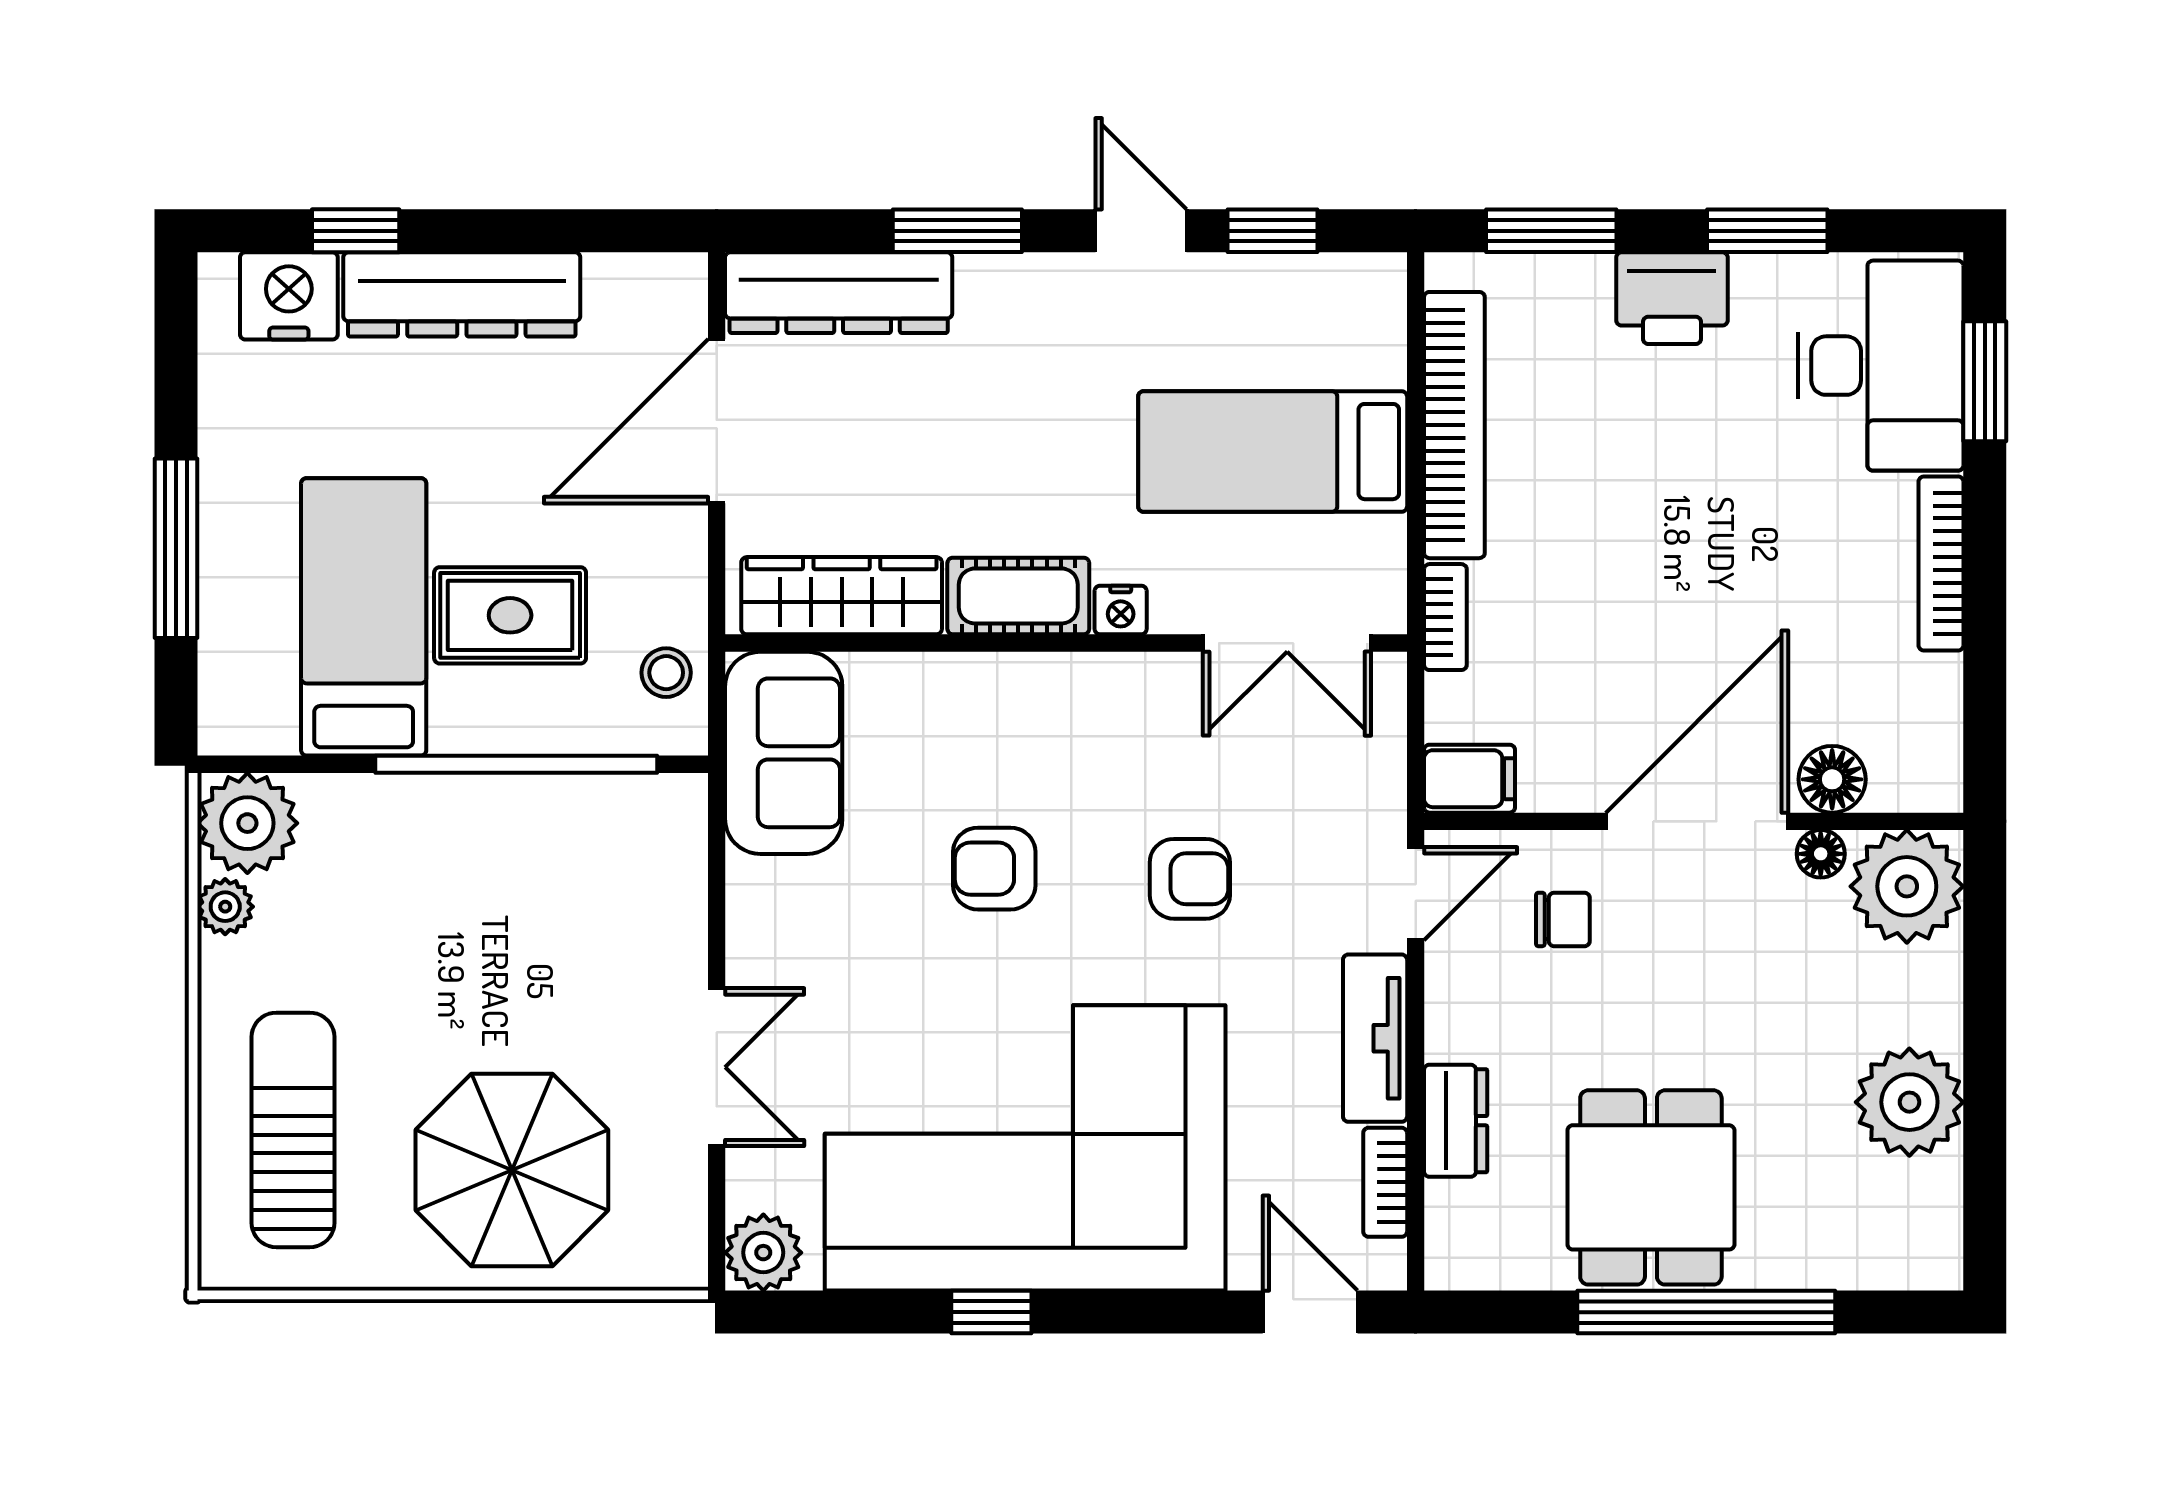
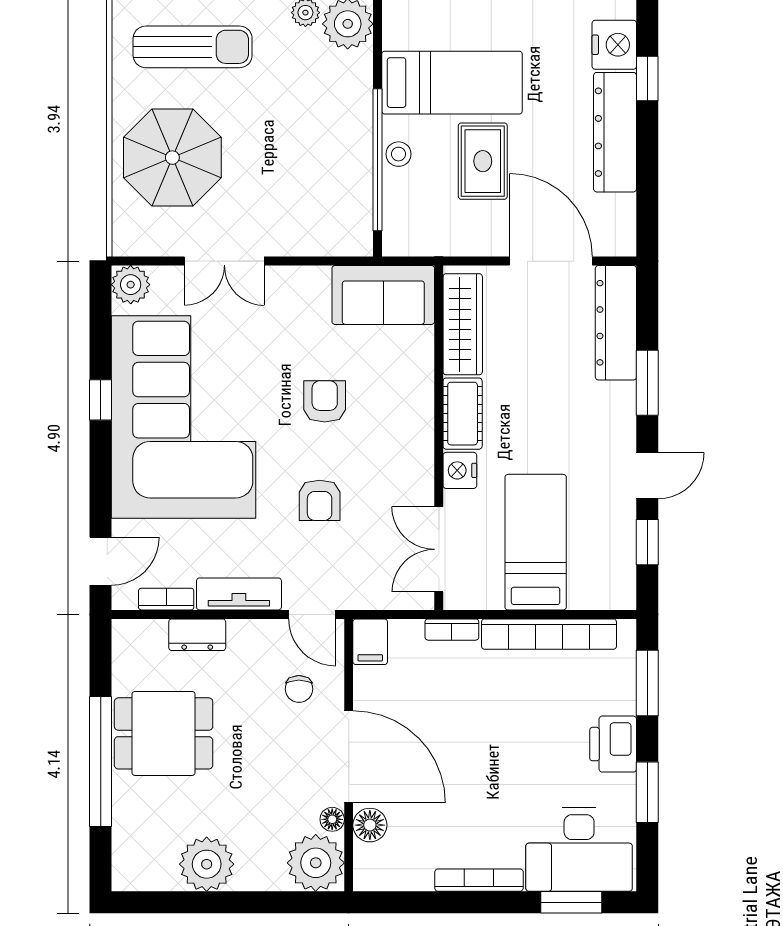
nightstand: (1121, 610) -> (460, 470), width x1.39, depth x1.35
rug: (510, 615) -> (483, 161), moved
stool: (666, 673) -> (398, 154), moved

